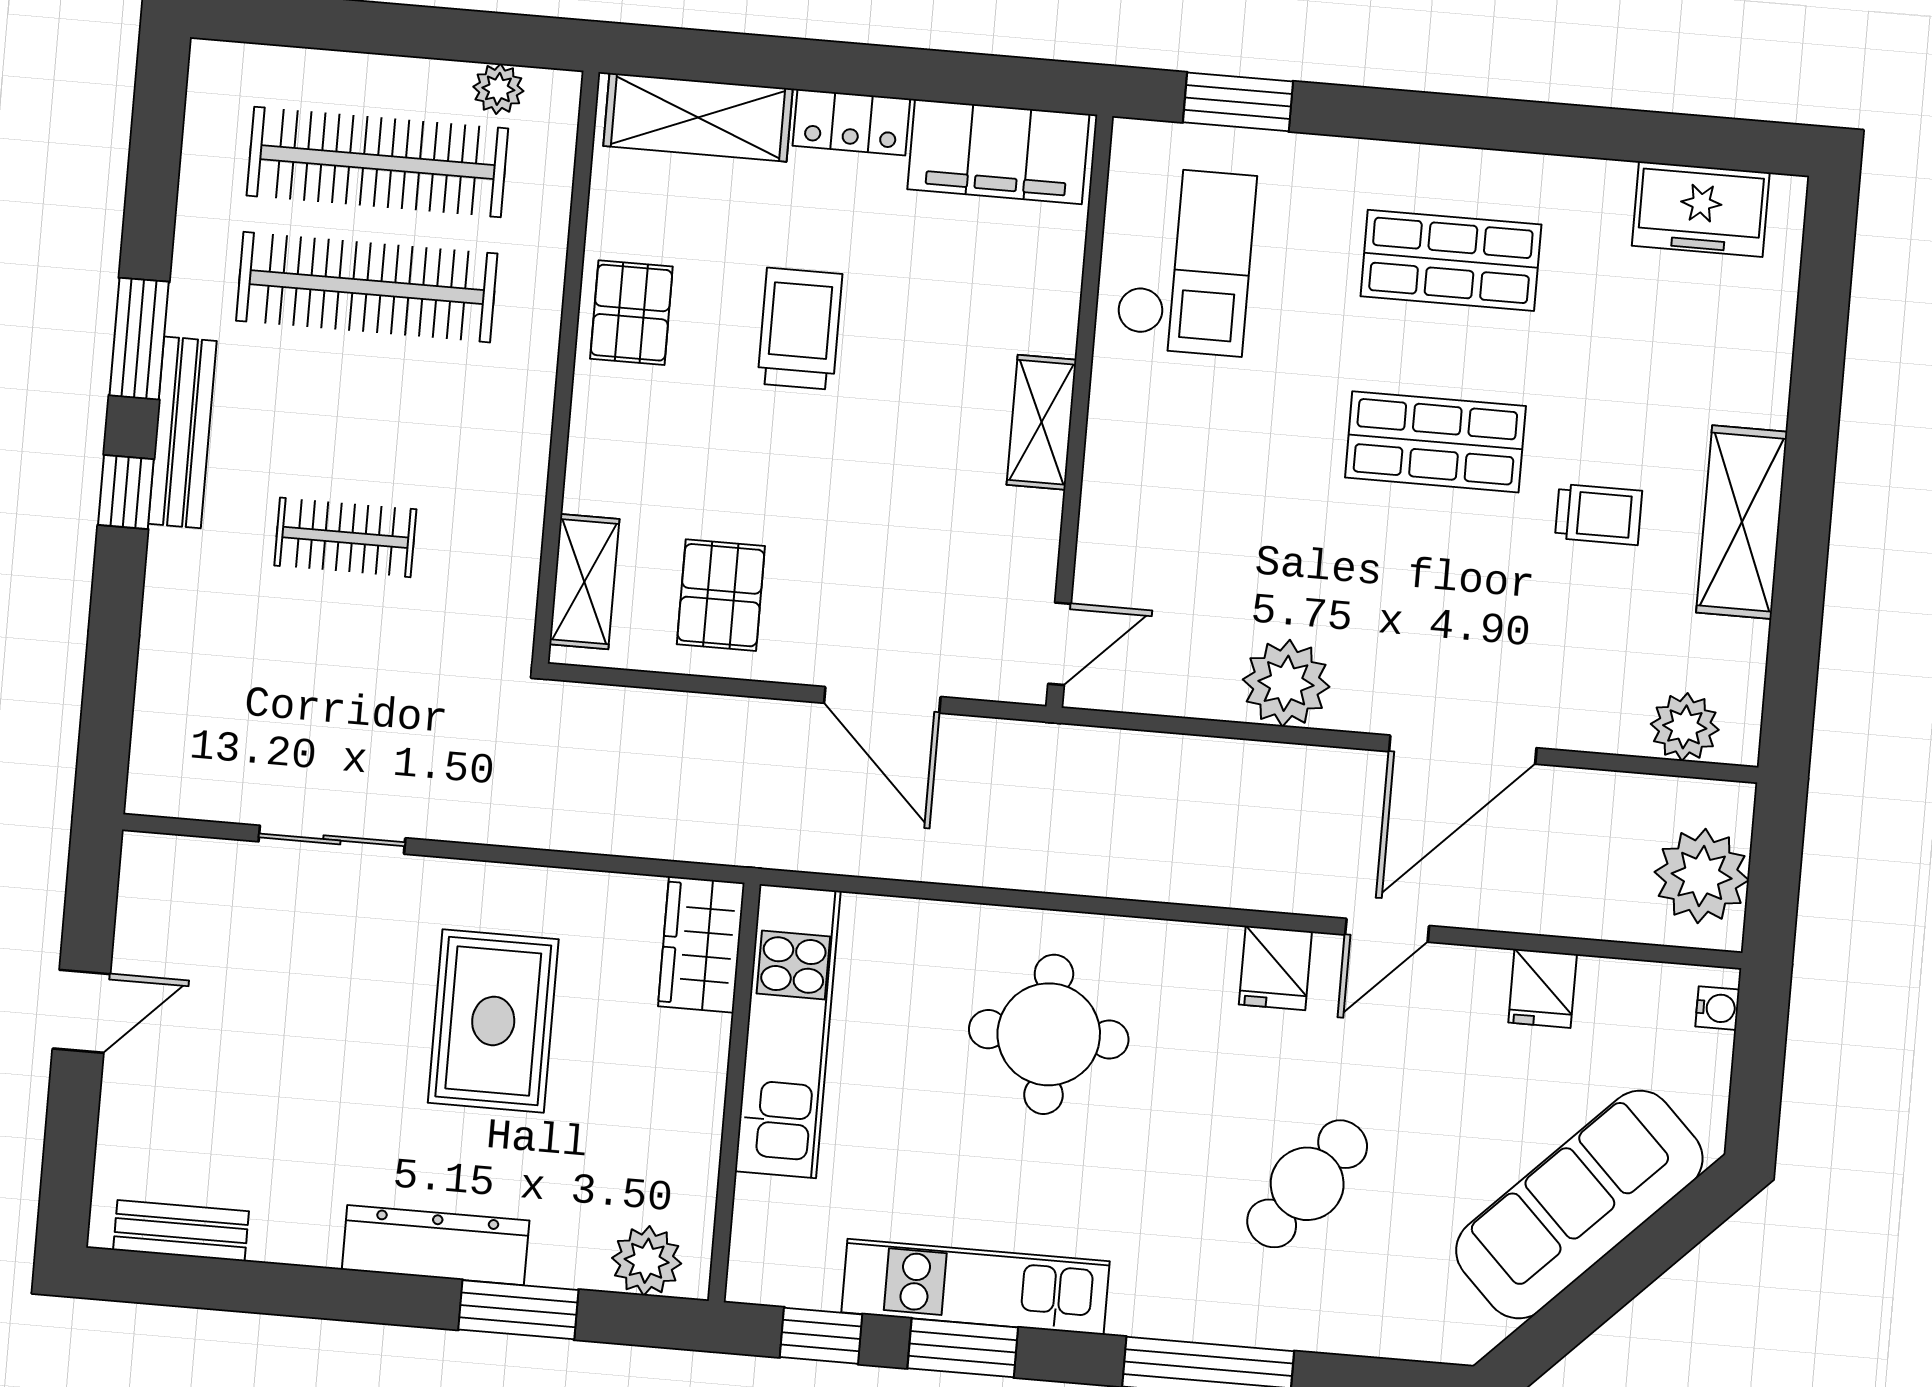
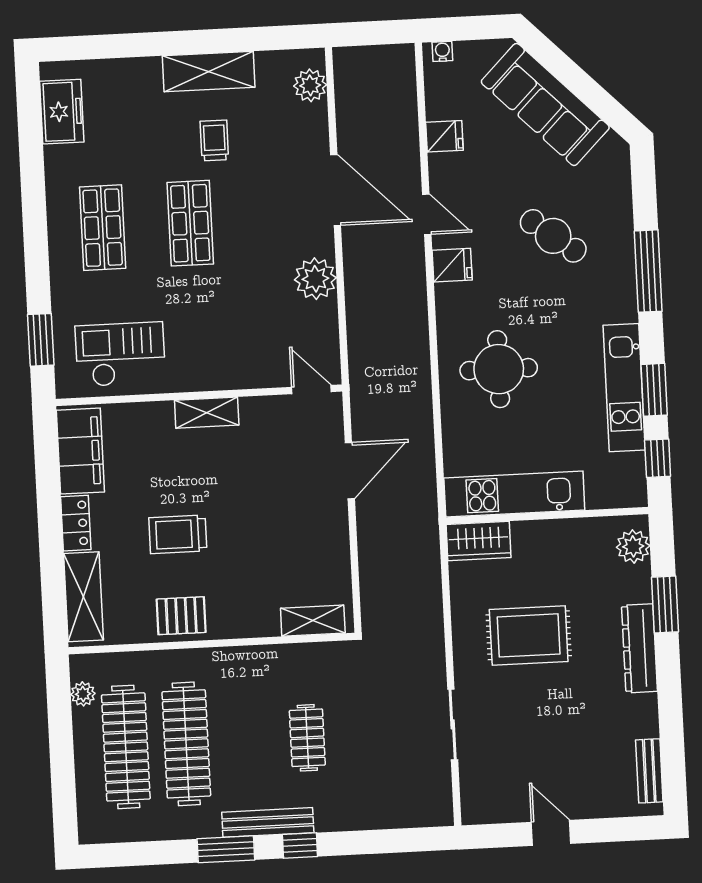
pallet: (721, 595) -> (310, 555), removed
plant: (1702, 876) -> (380, 68), removed

